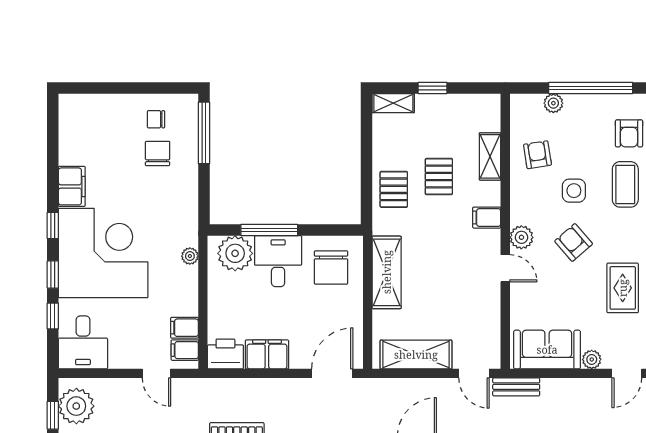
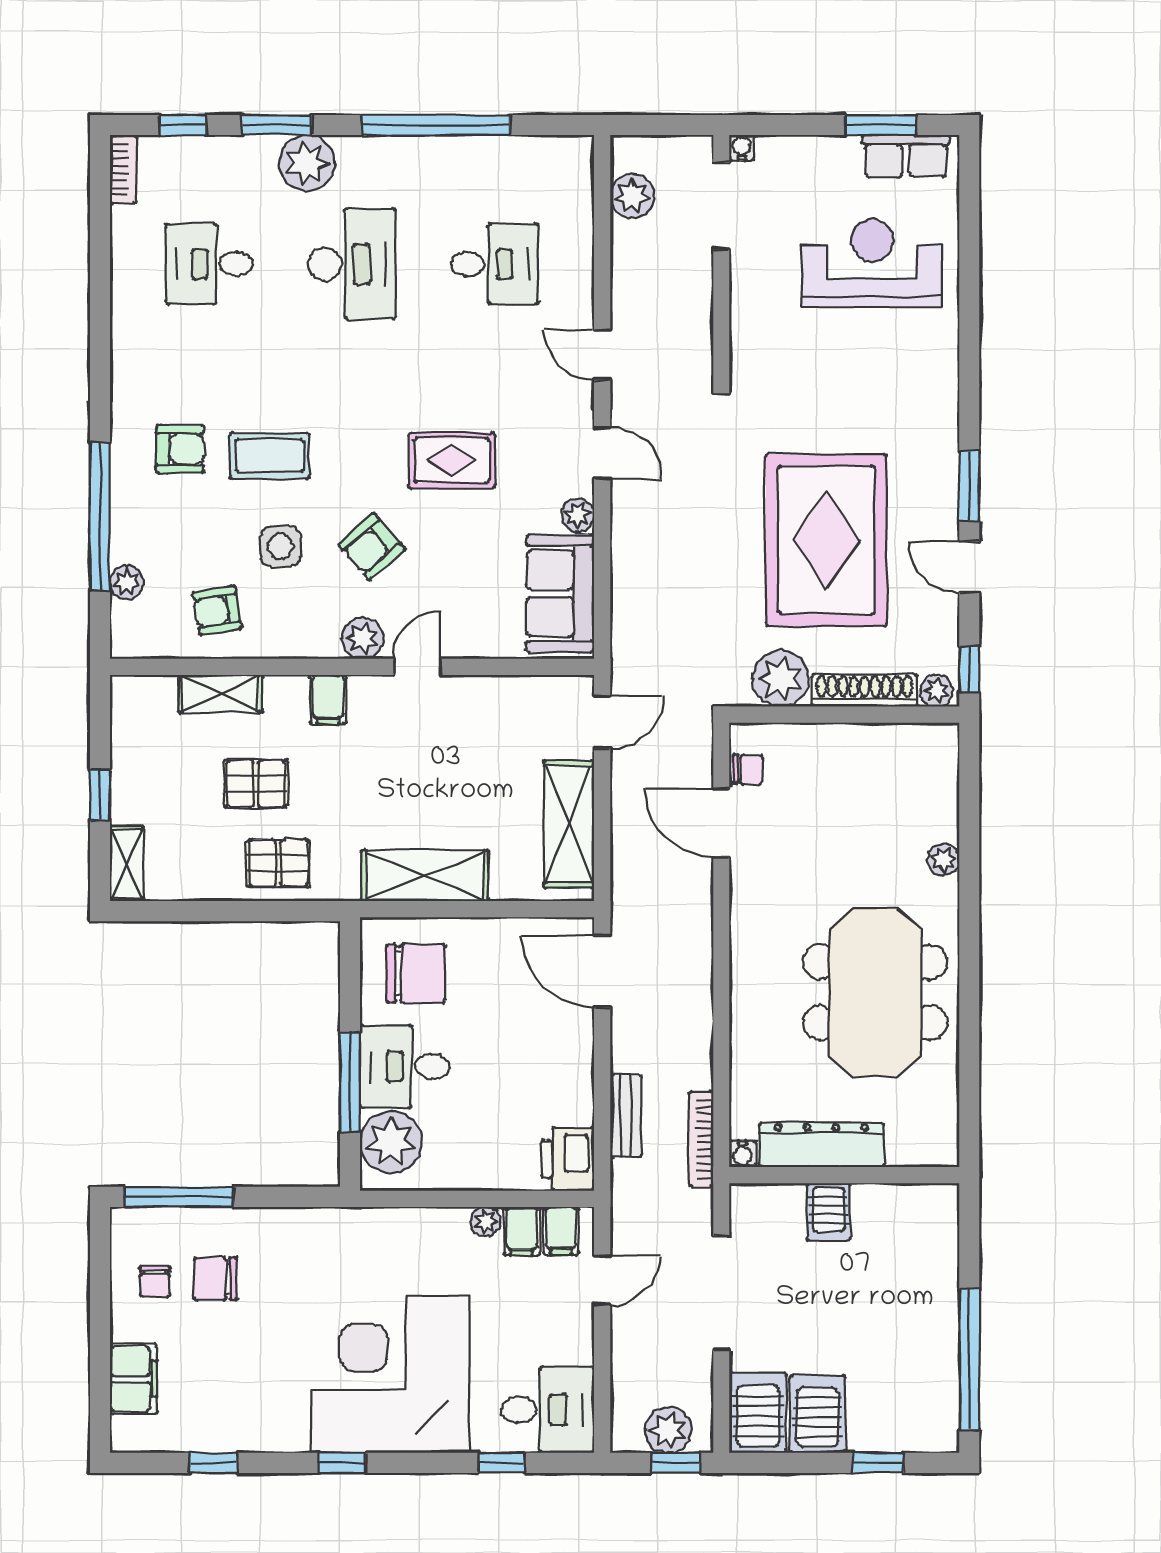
filing cabinet: (72, 186) -> (133, 1379), moved, turned 90
plant: (190, 256) -> (485, 1222), moved
window: (53, 274) -> (213, 1463), moved
filing cabinet: (267, 354) -> (569, 1086), removed
bench: (516, 387) -> (626, 1116), moved
plant: (76, 406) -> (668, 1430), width x0.73, depth x0.73

